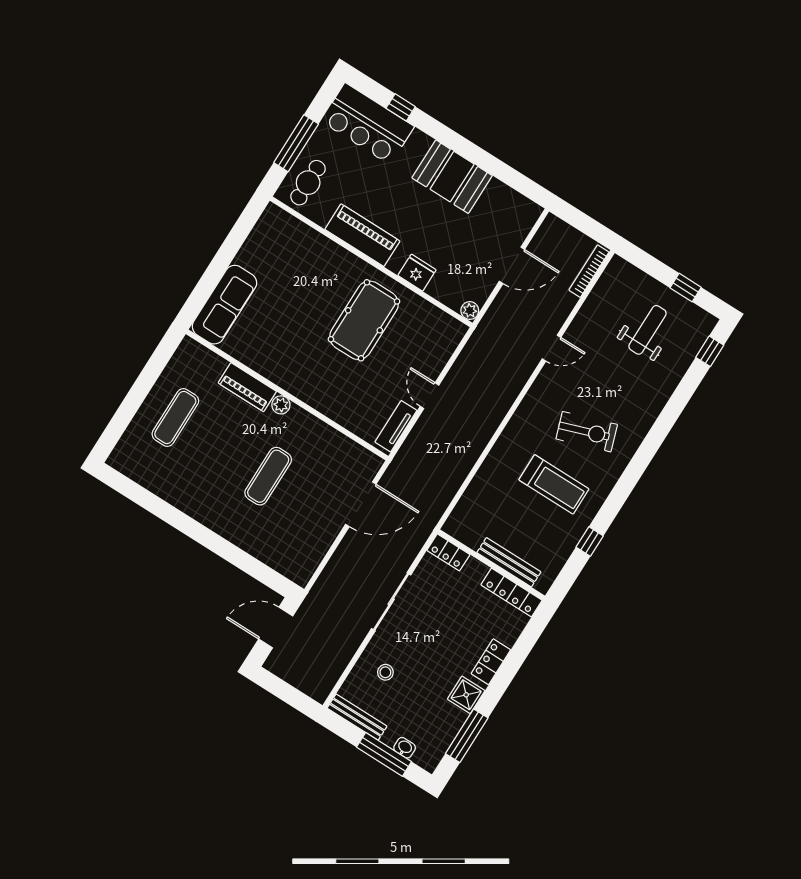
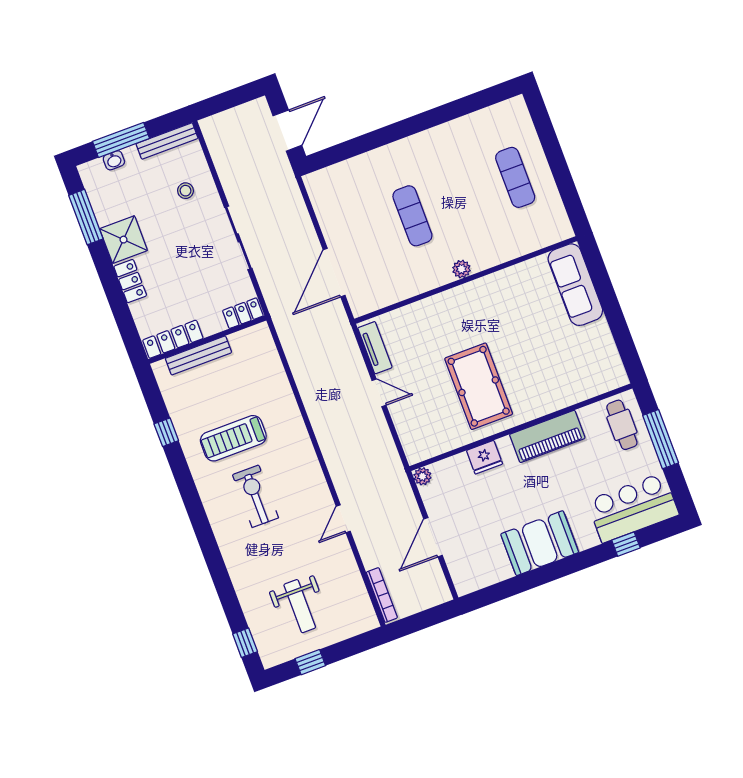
piano: (247, 387) -> (496, 253), removed
exercise bike: (587, 432) -> (255, 496), turned 109
shower: (466, 695) -> (124, 240), width x1.36, depth x1.36

